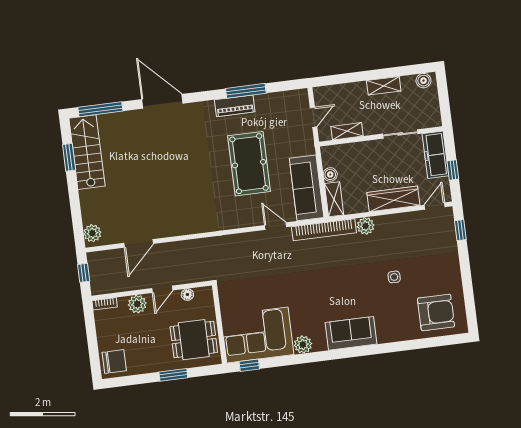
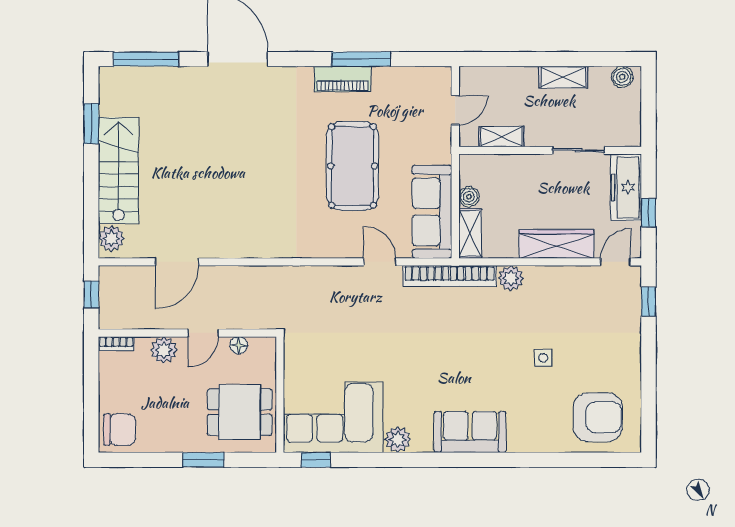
stairs: (87, 152) -> (118, 170), moved

